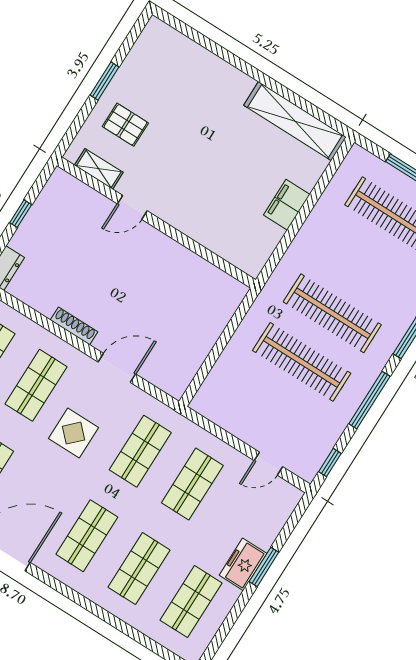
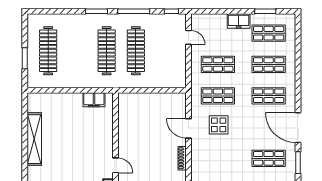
shelving: (295, 121) -> (34, 139), moved
filing cabinet: (287, 205) -> (94, 100), moved
shop shelf: (36, 385) -> (218, 158), removed
display table: (73, 433) -> (219, 125), moved
window: (264, 567) -> (265, 11), moved

